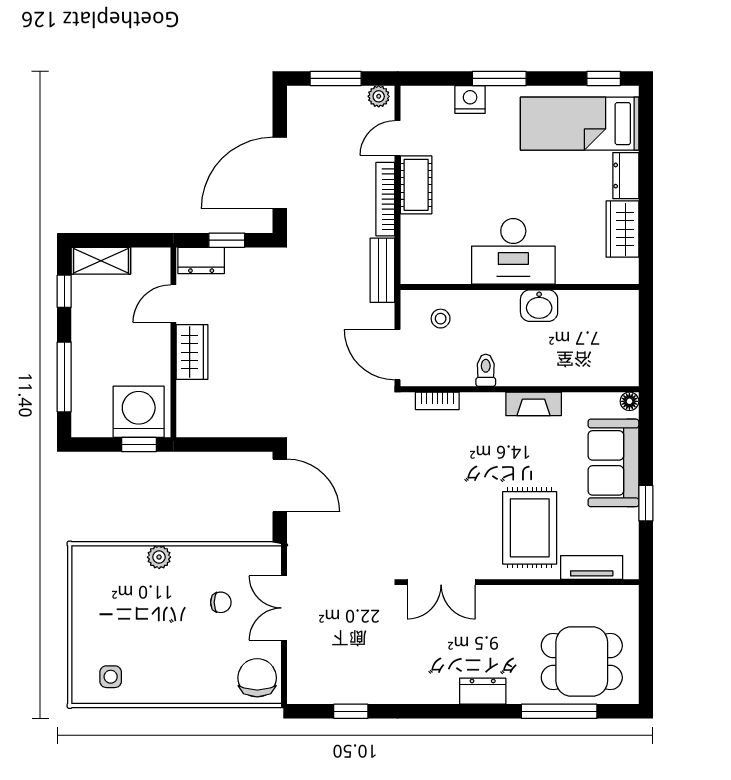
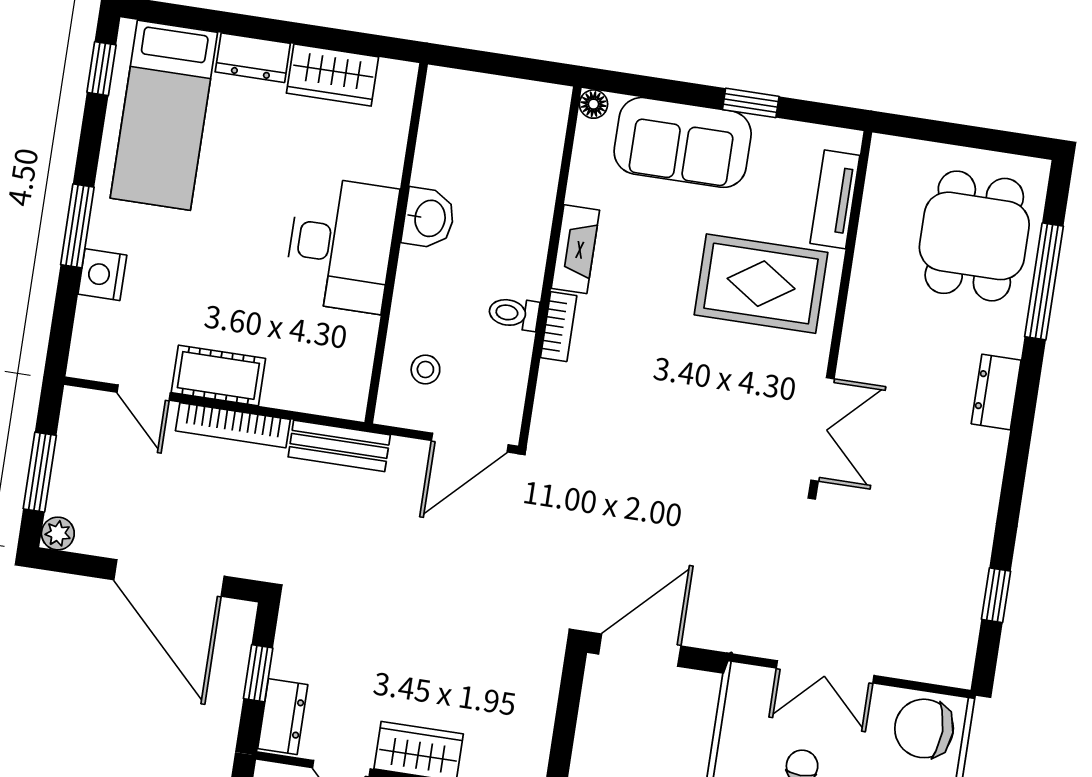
plant: (379, 96) -> (58, 533), moved
bookcase: (437, 401) -> (559, 327), moved

